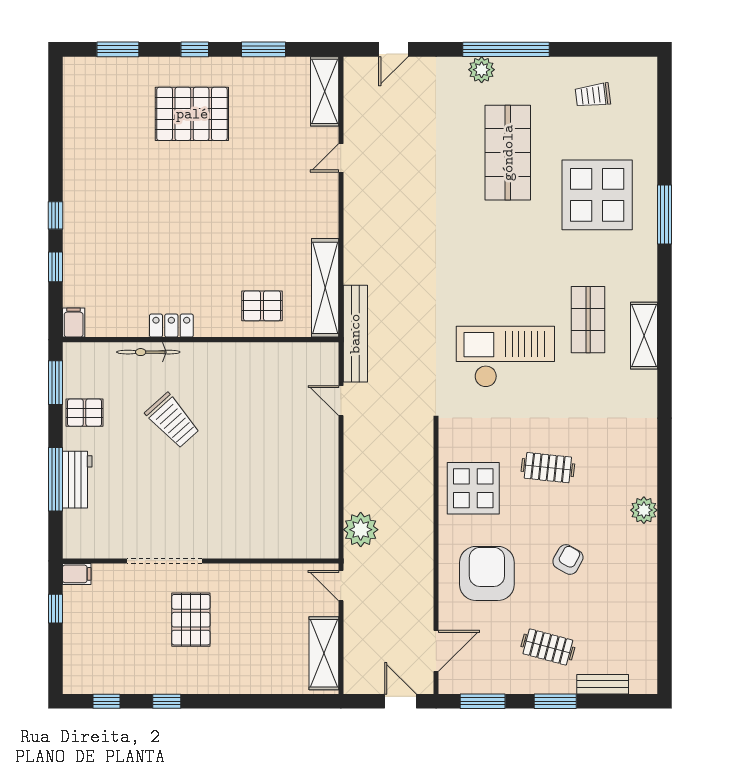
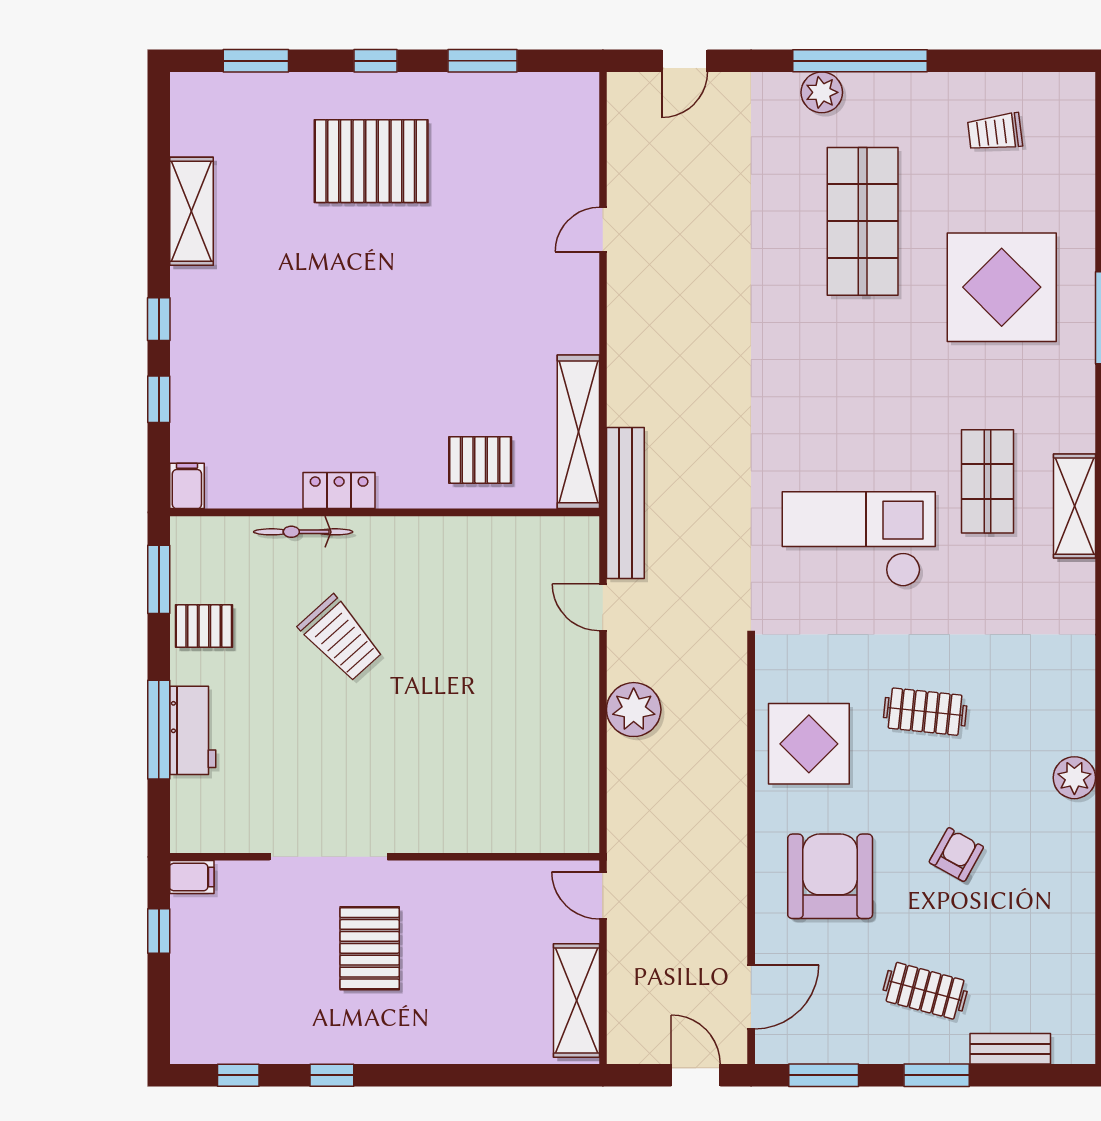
shelving: (325, 91) -> (191, 211), moved
plant: (361, 530) -> (634, 710), moved

